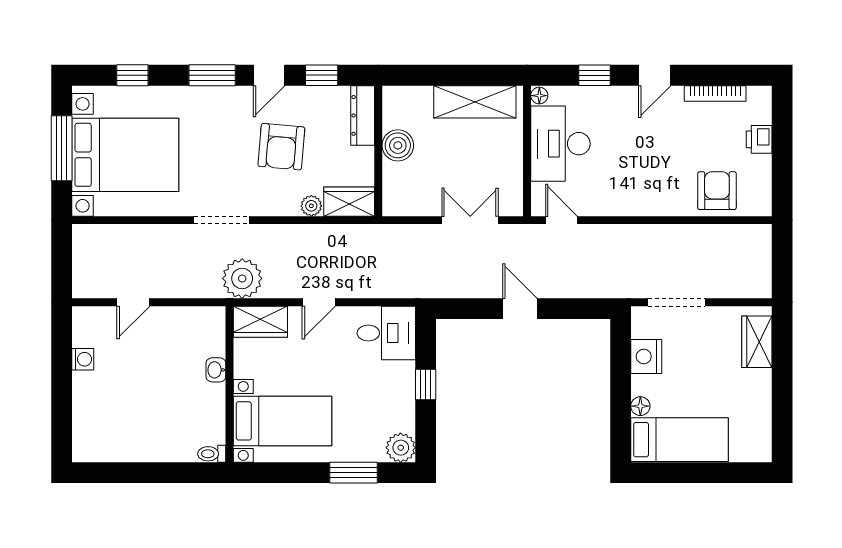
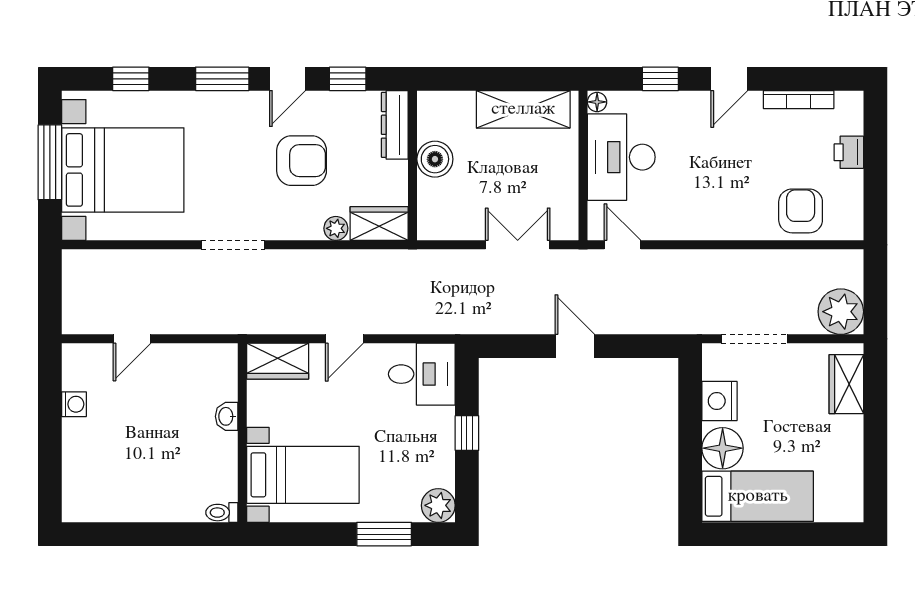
armchair: (281, 147) -> (302, 161), turned -95
plant: (242, 278) -> (841, 312), moved
floor lamp: (640, 406) -> (723, 448), width x1.89, depth x1.89

